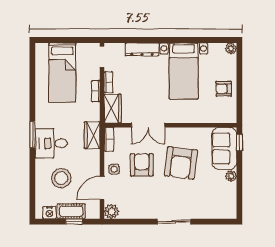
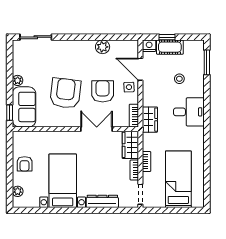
plant: (231, 48) -> (18, 191), moved
armchair: (224, 89) -> (25, 164), turned 90
window: (32, 134) -> (207, 62), moved
armchair: (142, 165) -> (103, 91), turned 180
stool: (61, 178) -> (179, 79), width x0.53, depth x0.53
door: (102, 188) -> (140, 69), swing flipped
plant: (112, 211) -> (103, 47), moved
nightstand: (49, 213) -> (149, 46), moved
sliding door: (174, 222) -> (36, 37), moved

